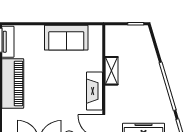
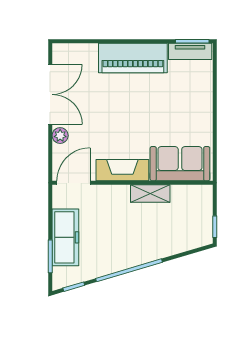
sofa: (66, 38) -> (180, 164), moved, turned 90

